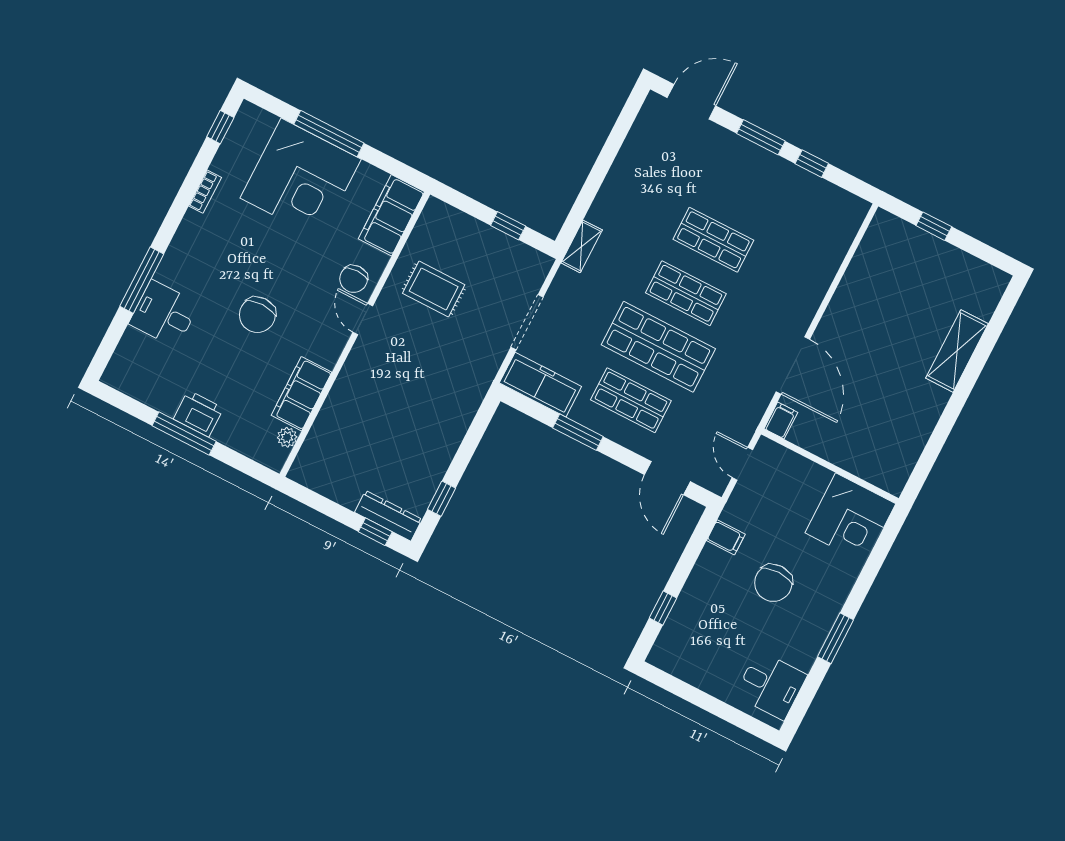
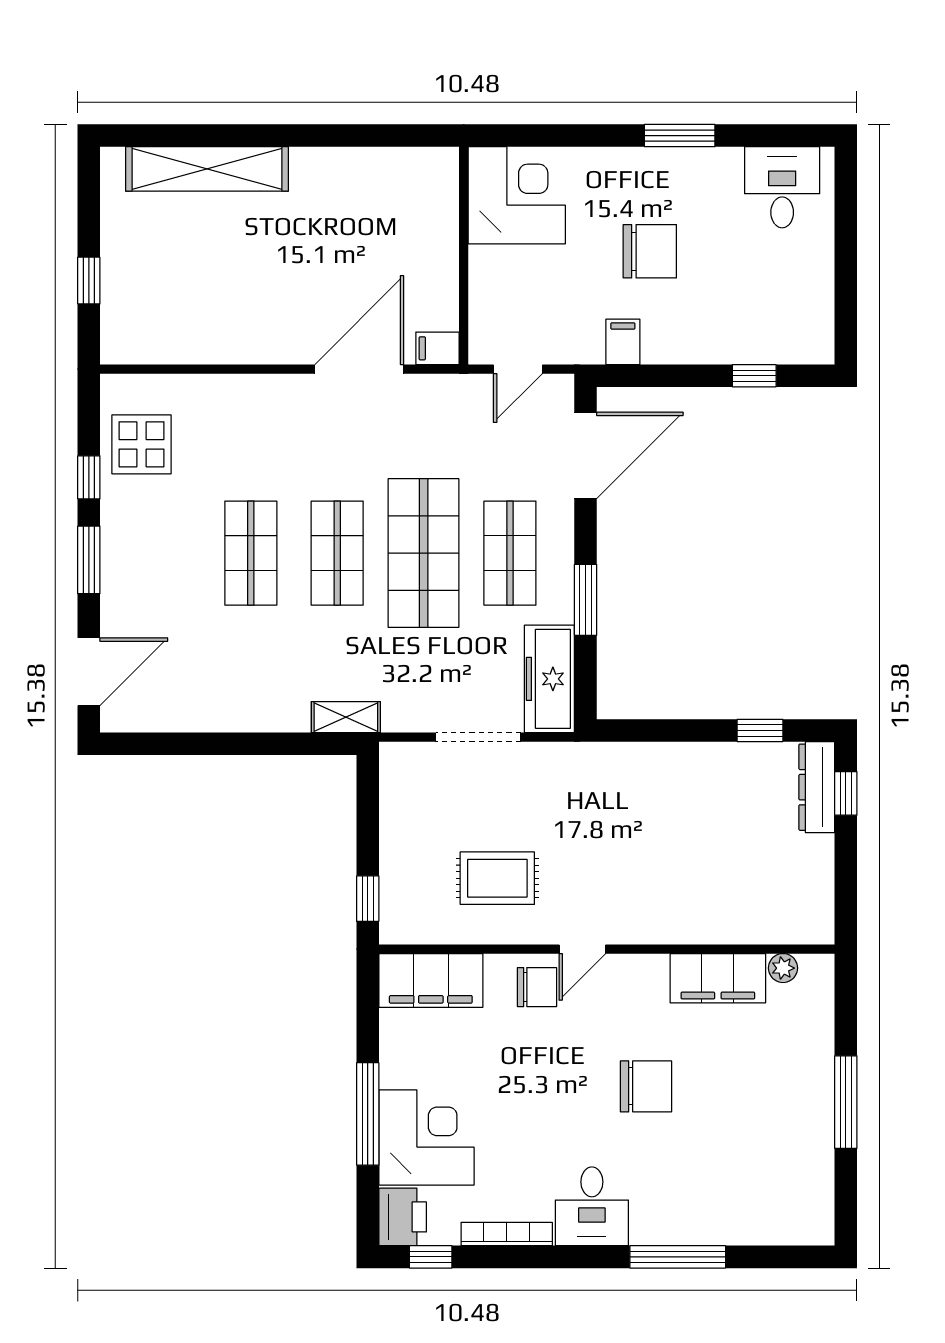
door: (691, 102) -> (89, 672), swing flipped
corner desk: (301, 179) -> (426, 1138), width x0.74, depth x0.74
bookcase: (205, 192) -> (507, 1234), width x1.56
display table: (816, 207) -> (142, 444), added
window: (508, 226) -> (368, 899), moved
rug: (434, 289) -> (497, 878), turned 90
desk: (164, 314) -> (592, 1206), moved
shelving: (957, 351) -> (207, 169), width x1.47
printer: (198, 414) -> (403, 1217), moved, turned 180
door: (667, 478) -> (586, 455), width x1.36

